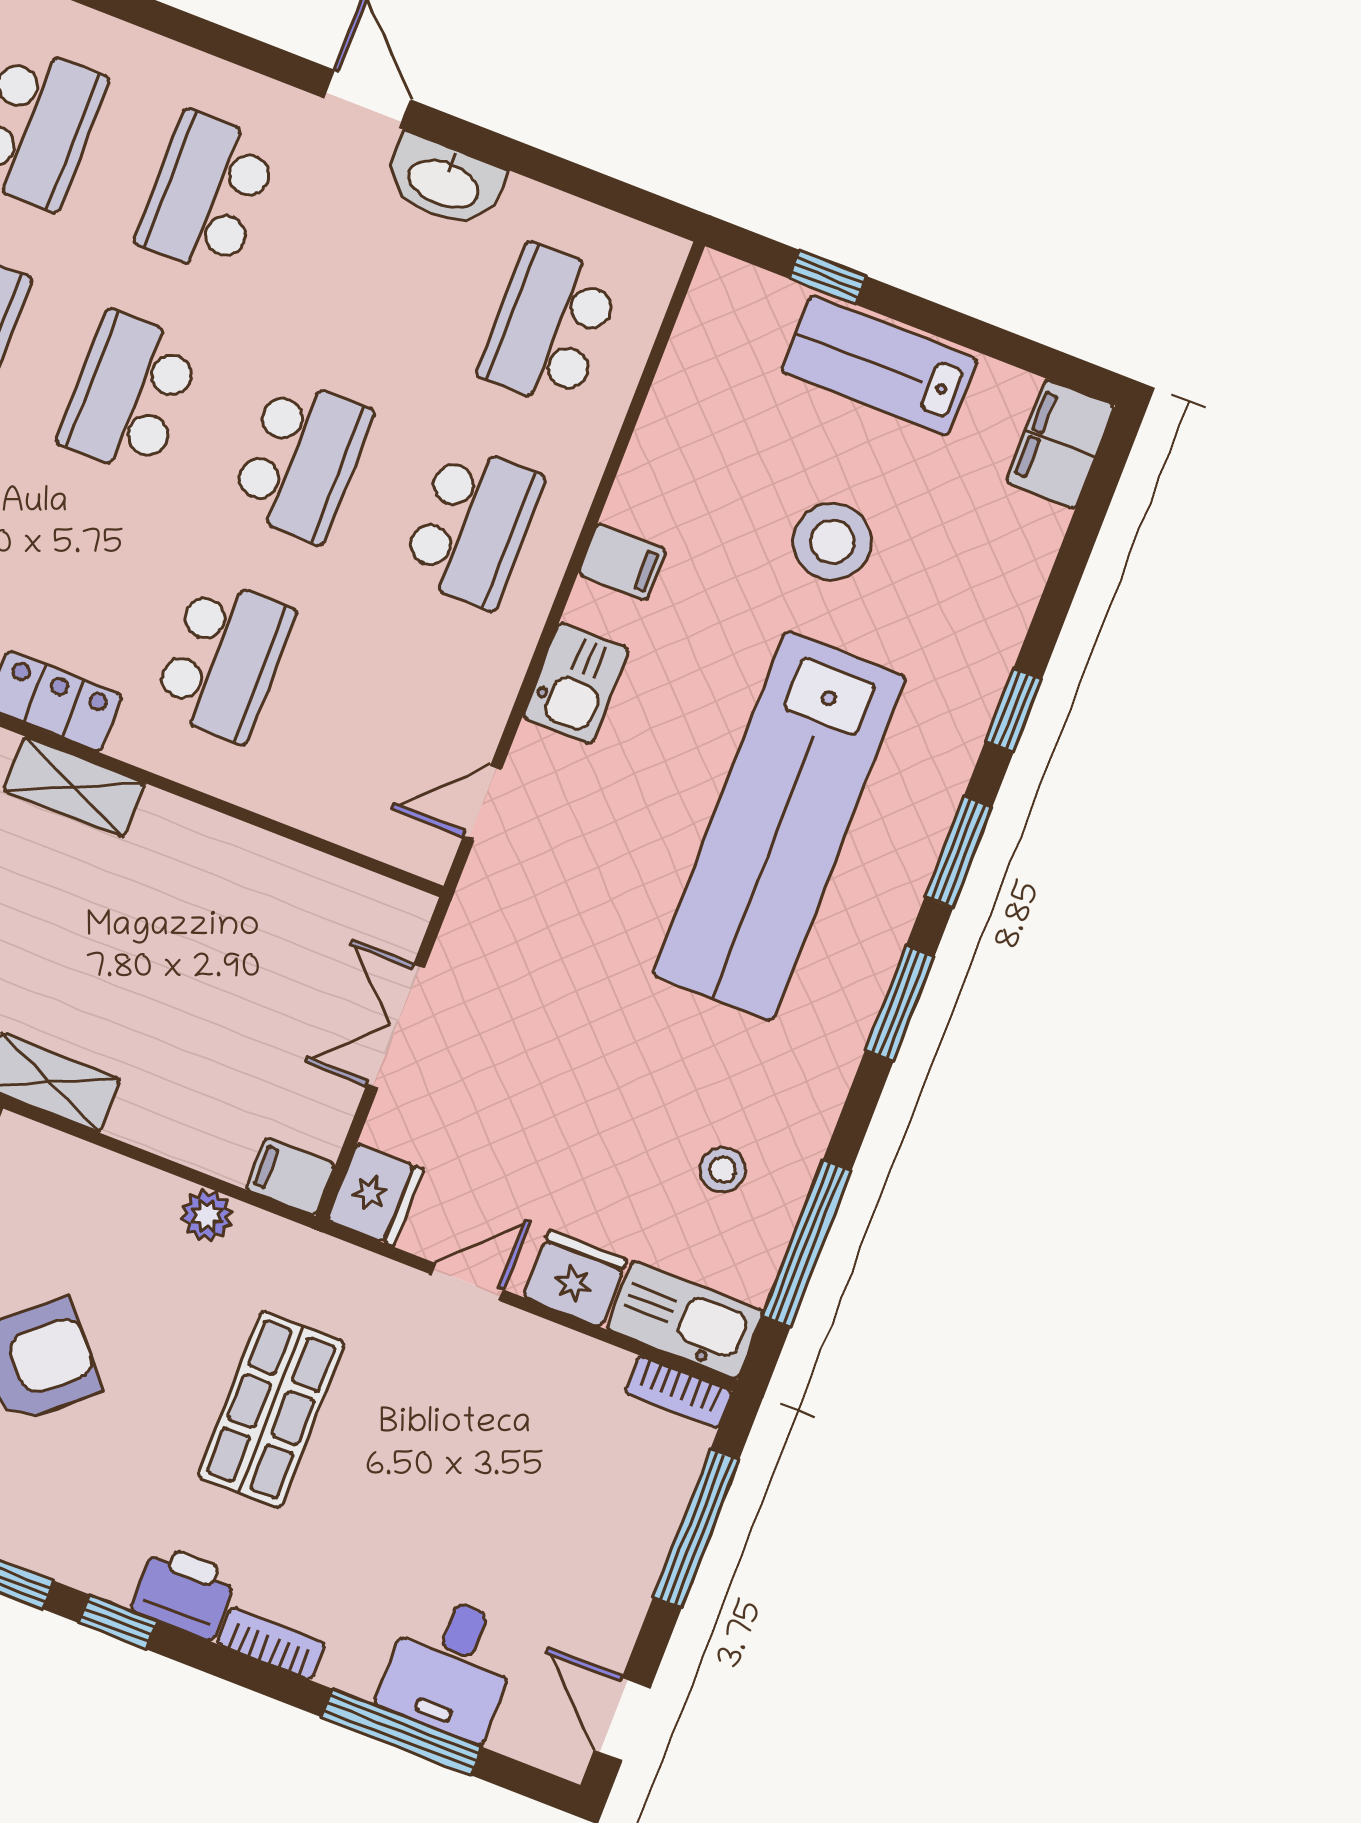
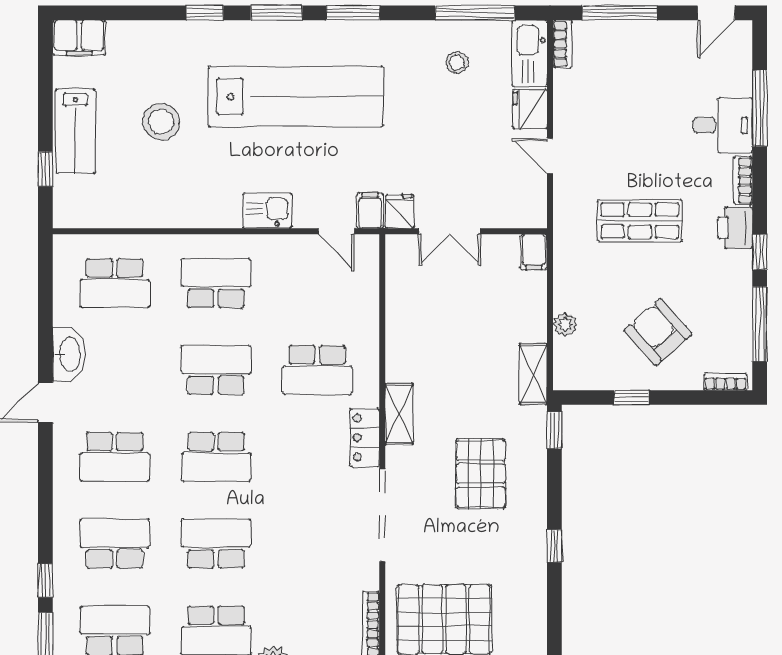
filing cabinet: (622, 562) -> (370, 211), moved
school desk: (223, 660) -> (317, 370), turned 180
fridge: (376, 1195) -> (400, 211), moved, width x0.72
plant: (207, 1215) -> (565, 325), moved
desk: (450, 1667) -> (723, 125), moved

